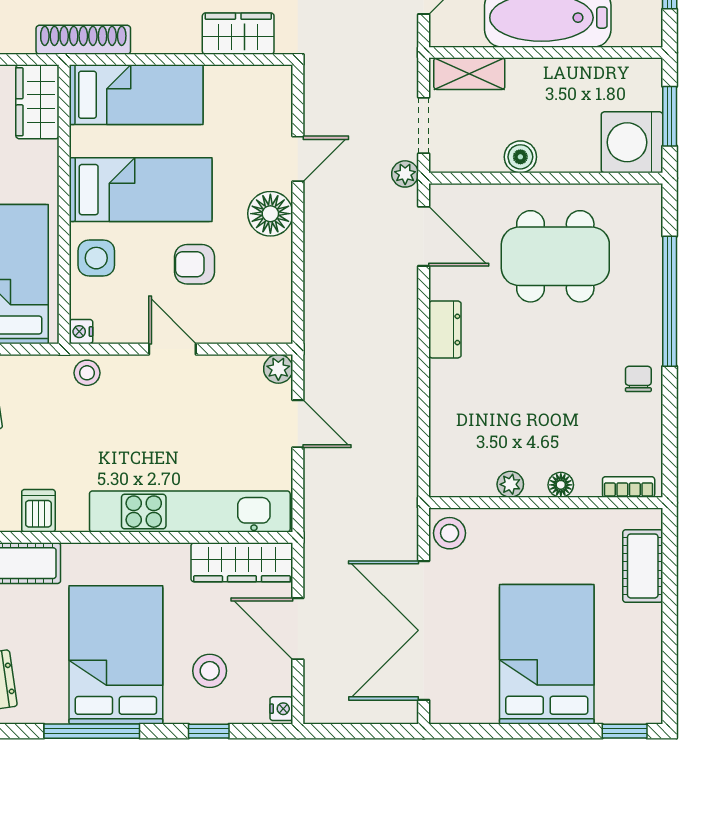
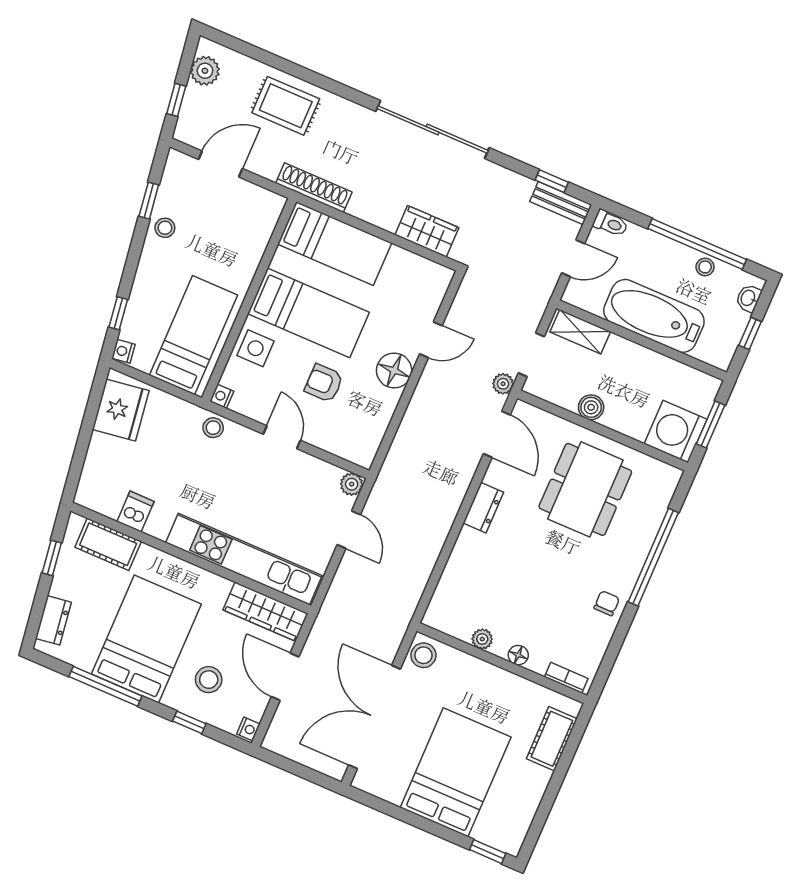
wardrobe: (37, 102) -> (262, 218), removed
dining table: (555, 256) -> (585, 489), turned 90

